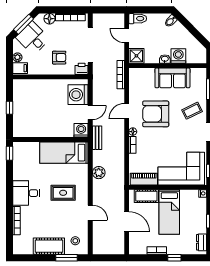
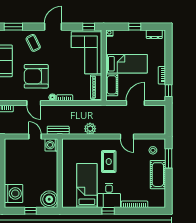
washing machine: (78, 95) -> (13, 193), moved, turned -90
armchair: (156, 114) -> (36, 76), turned 90
boiler: (22, 128) -> (49, 199), added
window: (9, 153) -> (108, 211), moved
bed: (64, 153) -> (87, 186), moved, turned 180
door: (90, 213) -> (127, 137), swing flipped
window: (174, 258) -> (169, 91), moved

